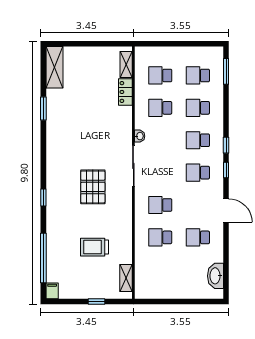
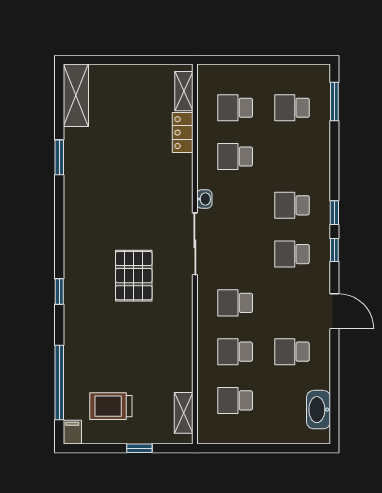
school desk: (198, 108) -> (235, 400), moved
trolley: (95, 247) -> (111, 406), moved

